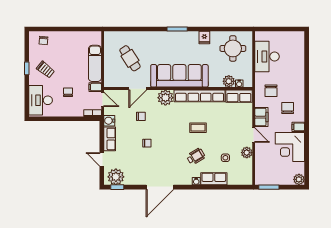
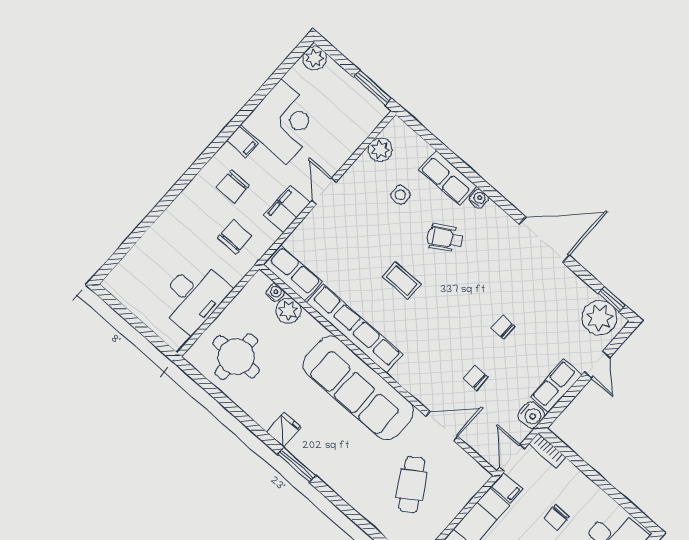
fridge: (204, 38) -> (284, 430), moved
plant: (165, 98) -> (411, 373), removed
plant: (247, 153) -> (380, 150), moved

